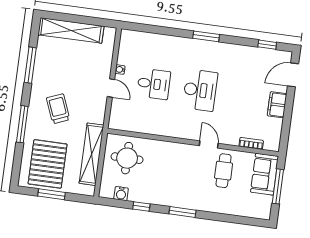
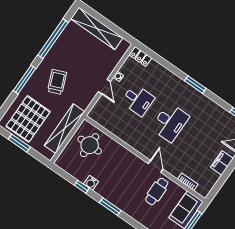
locker: (133, 36) -> (141, 57), added
window: (30, 65) -> (53, 39), width x1.46
water cooler: (121, 194) -> (91, 183), moved

